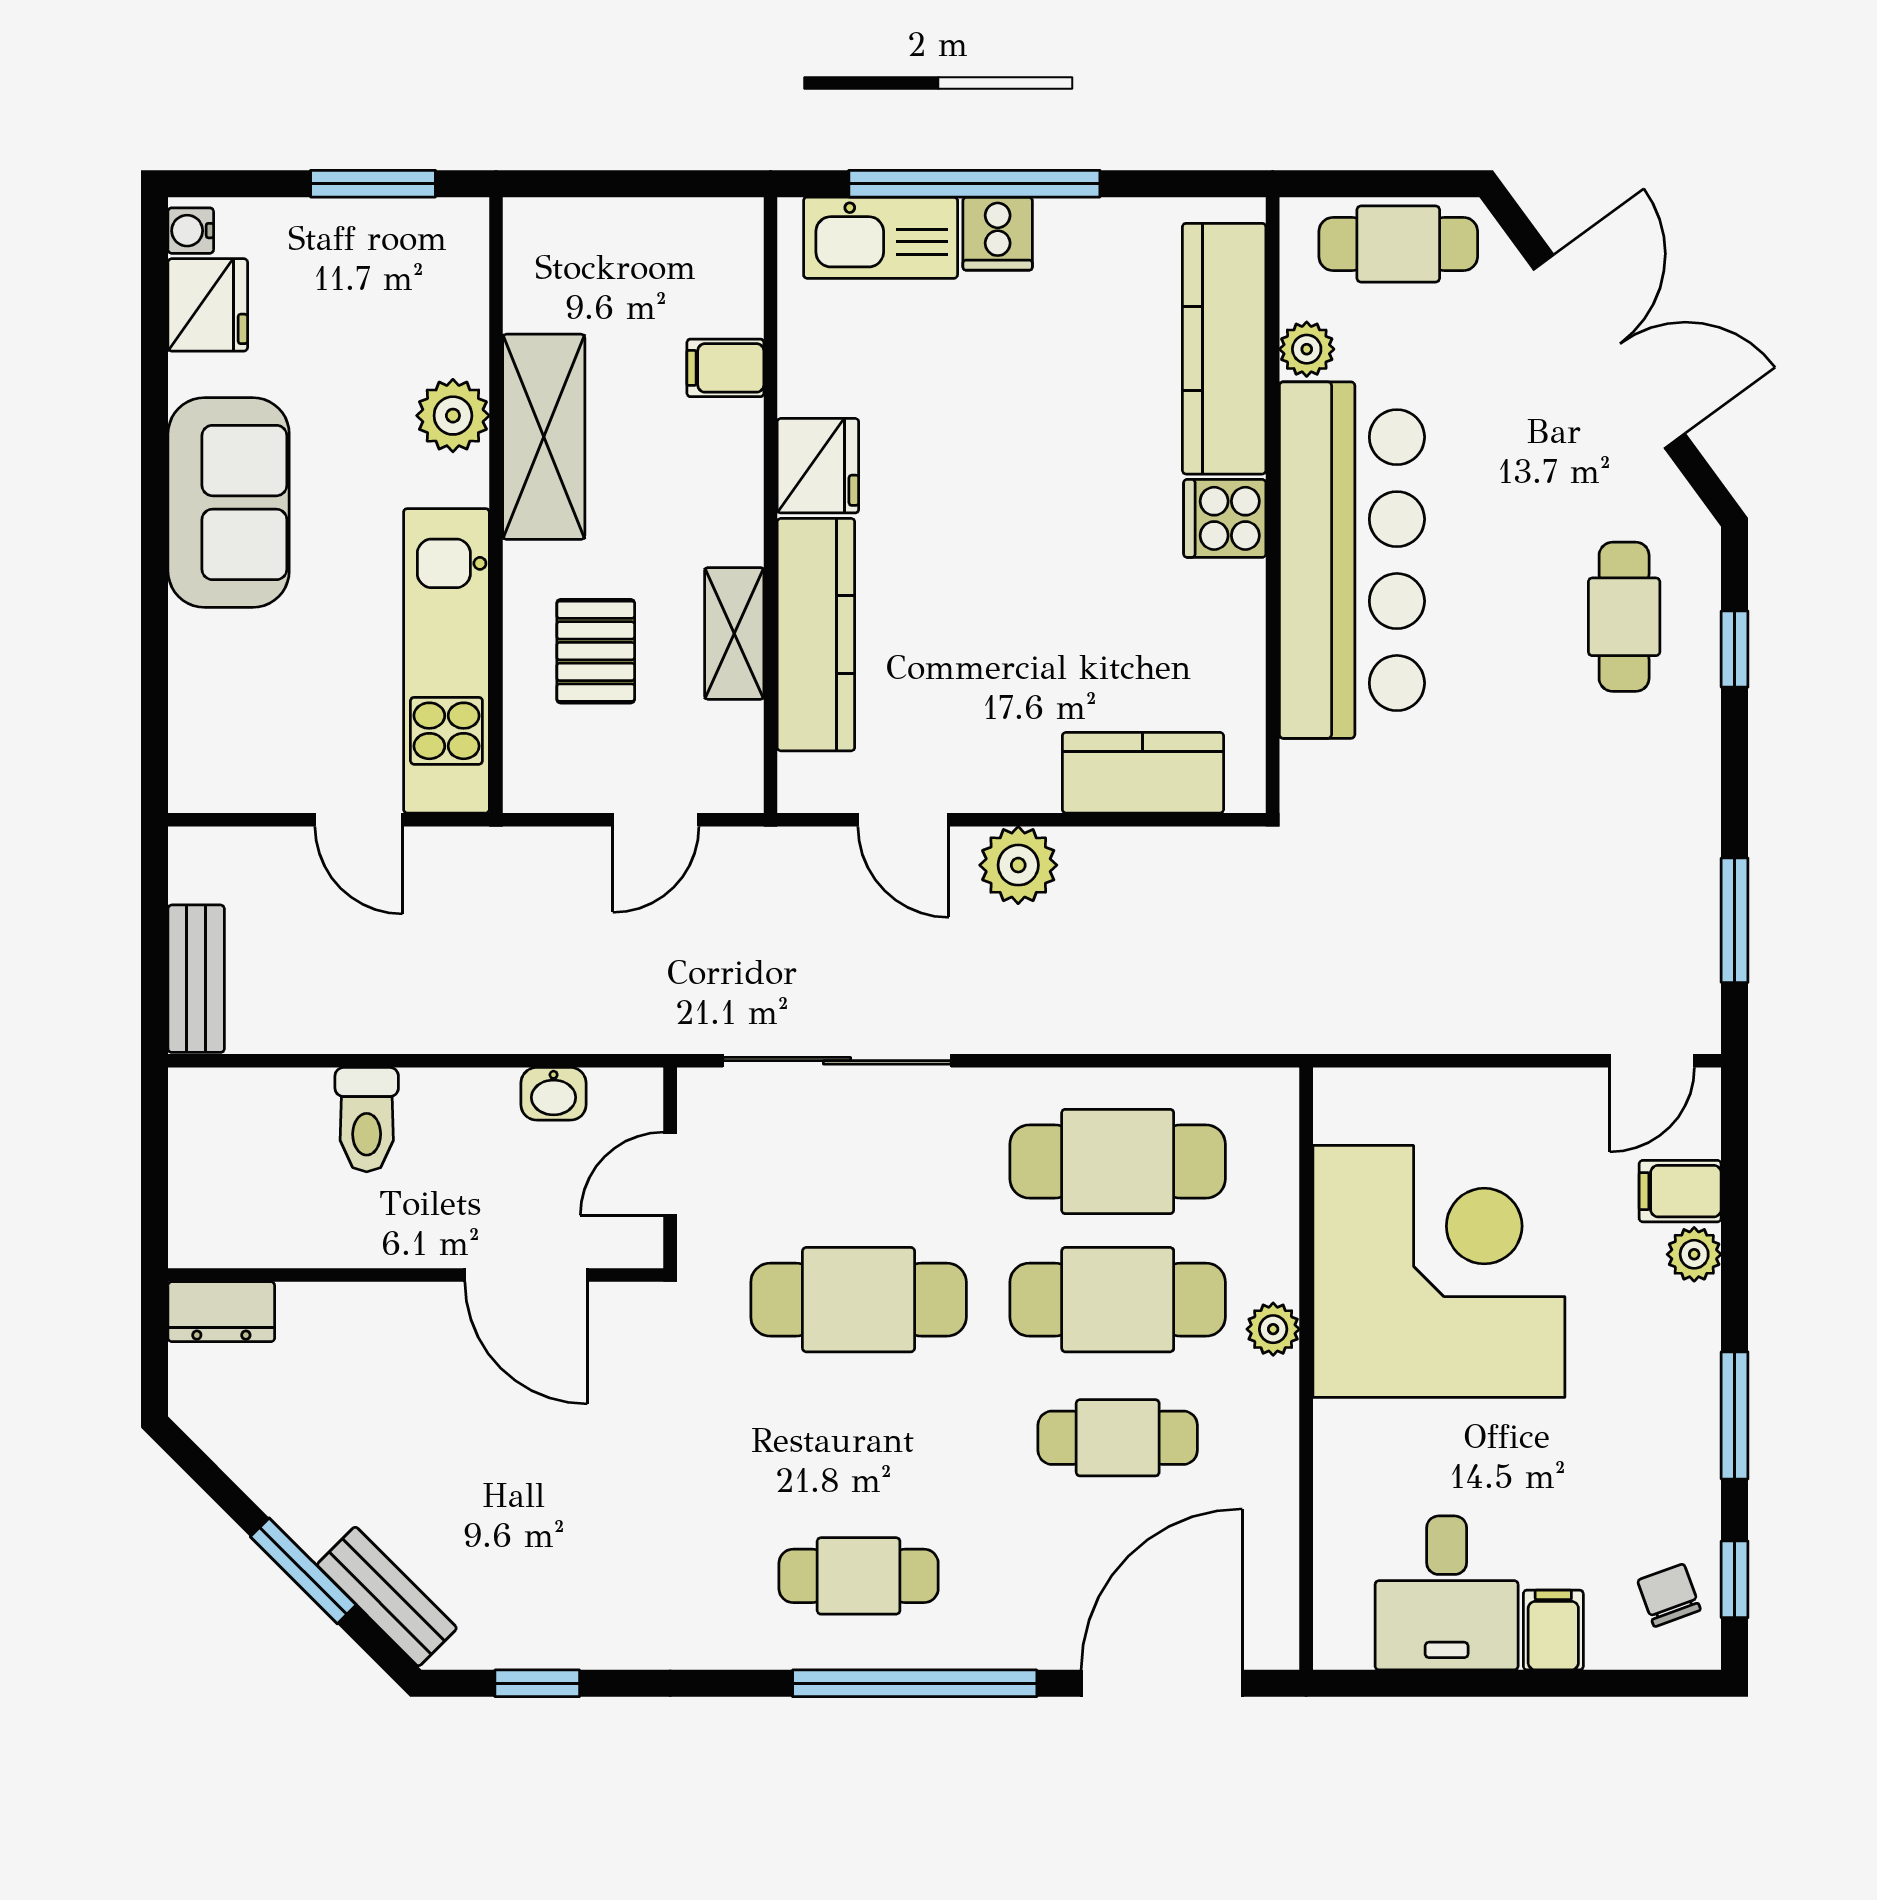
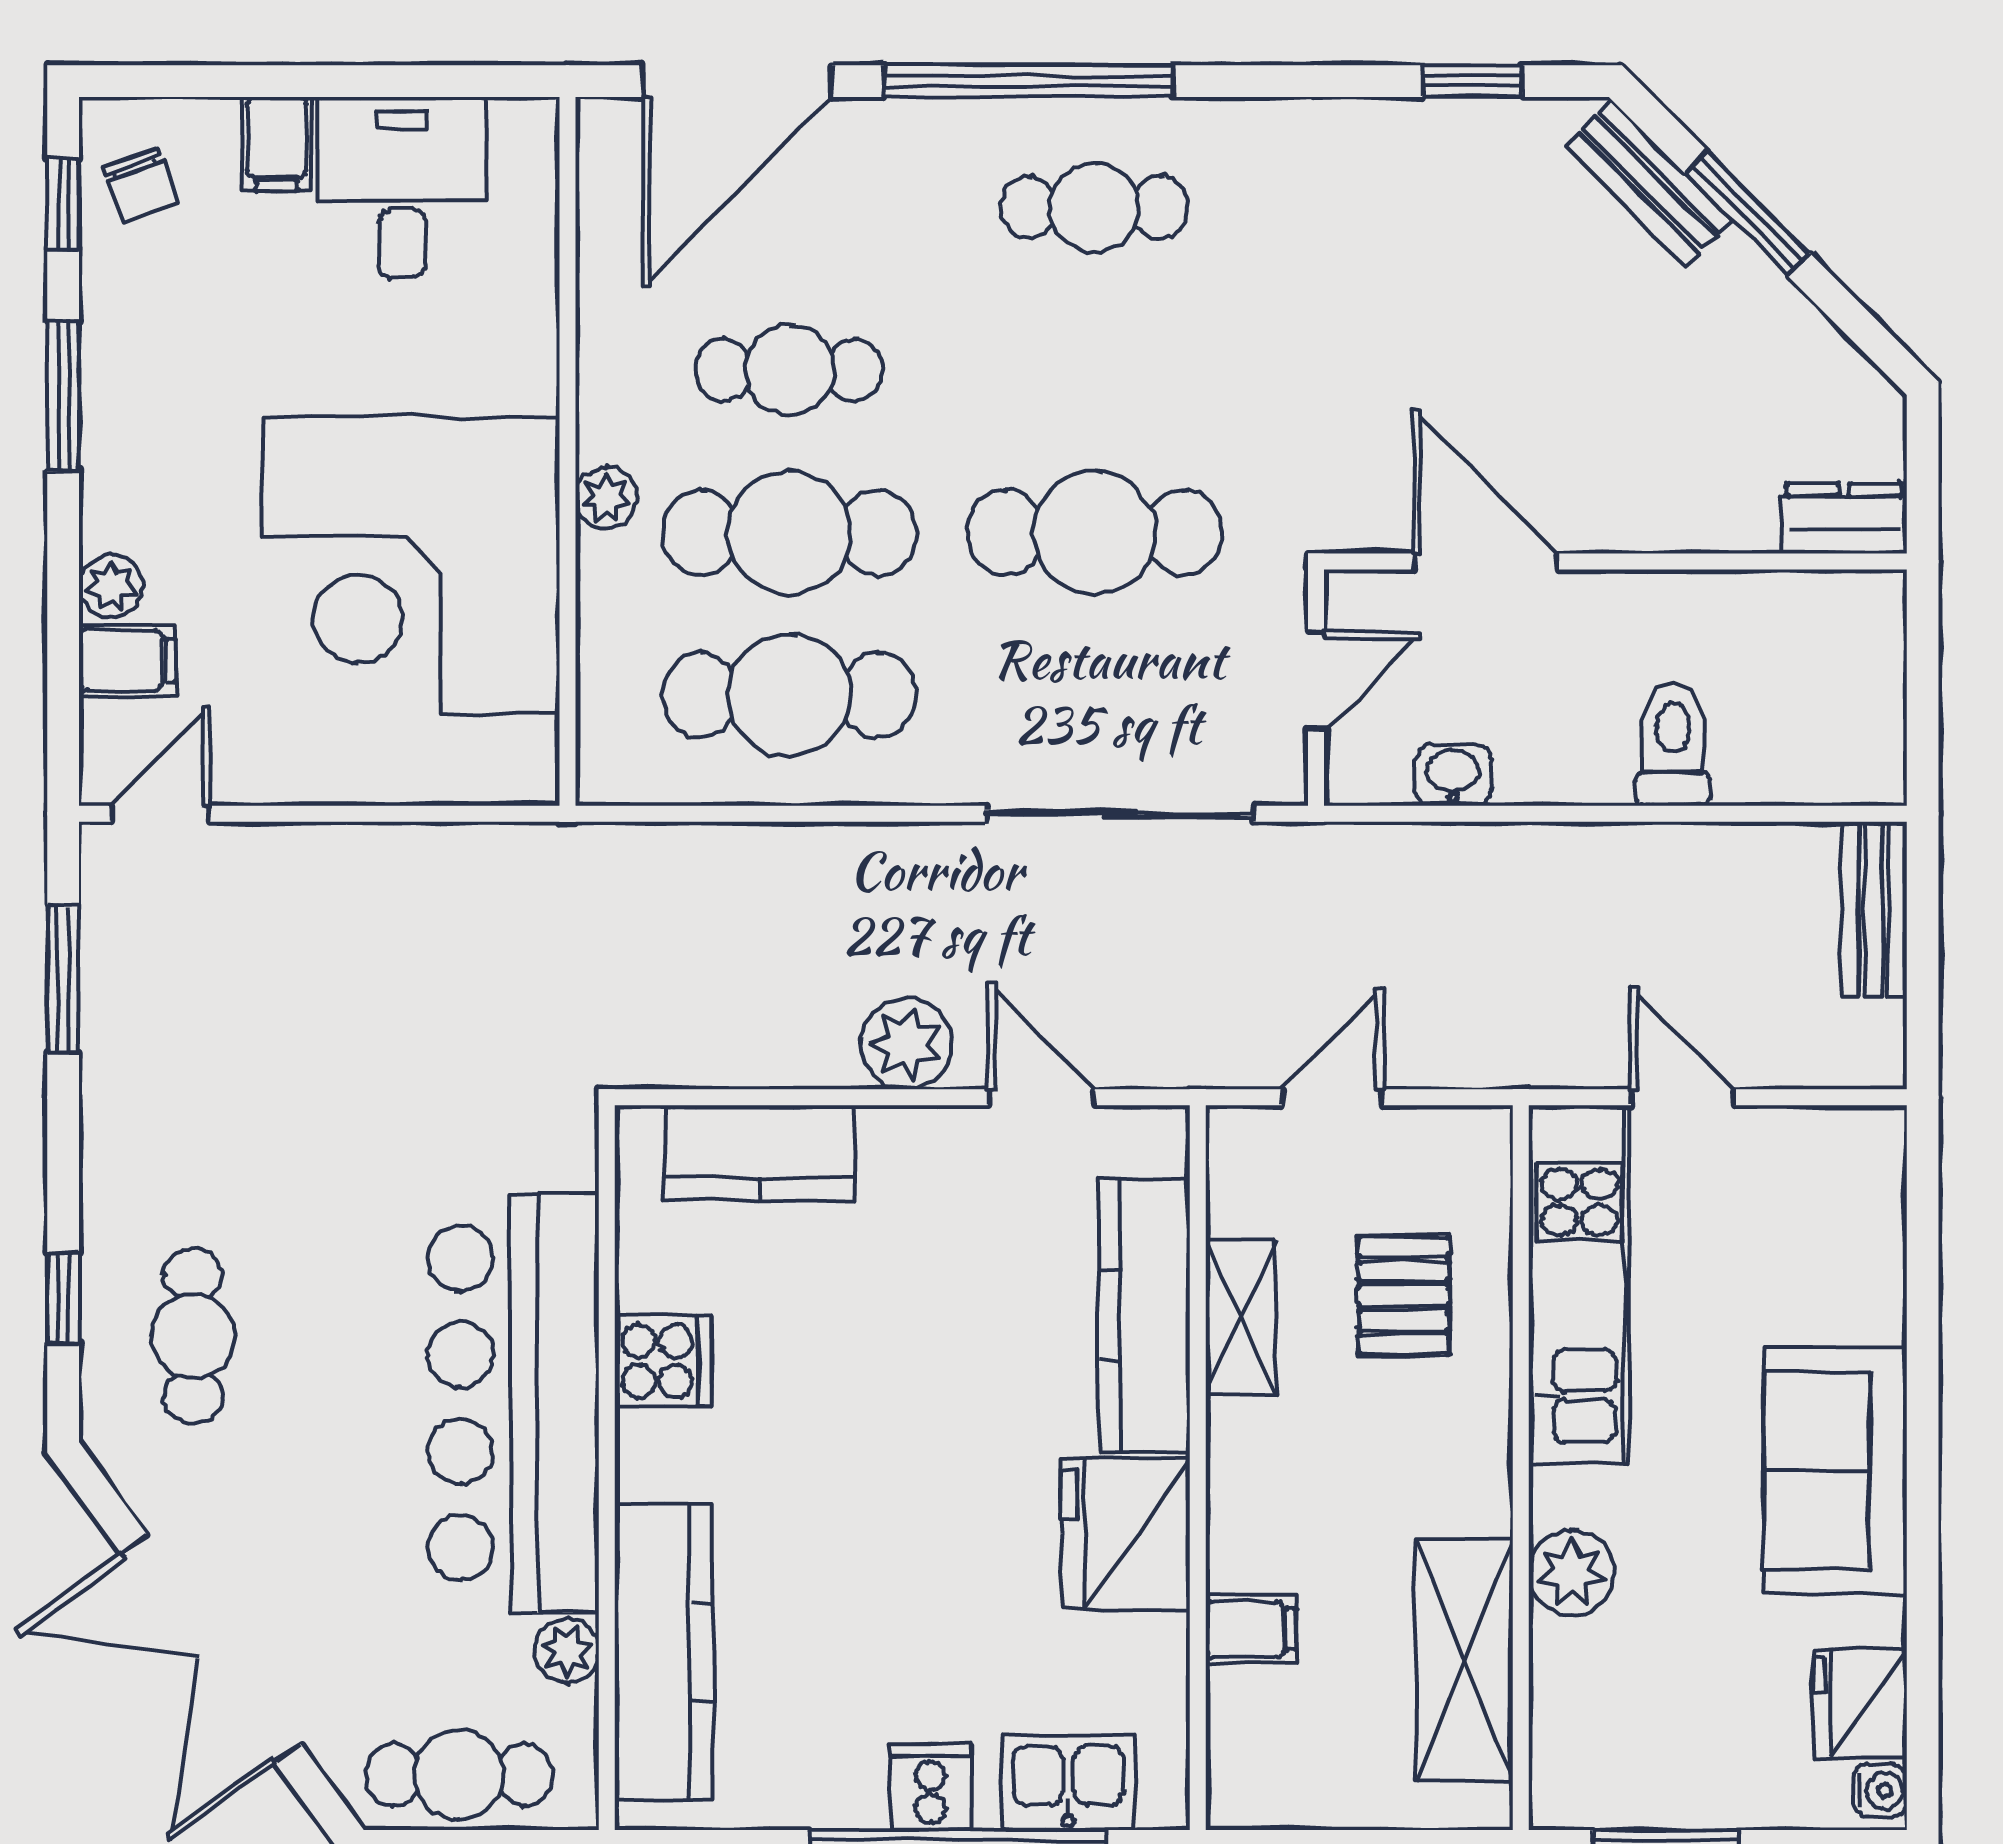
kitchen sink: (881, 238) -> (1068, 1782), width x0.73
shelving: (544, 437) -> (1465, 1660), moved
fridge: (818, 466) -> (1126, 1534), width x1.36, depth x1.34
cooker: (1225, 518) -> (663, 1361), moved

